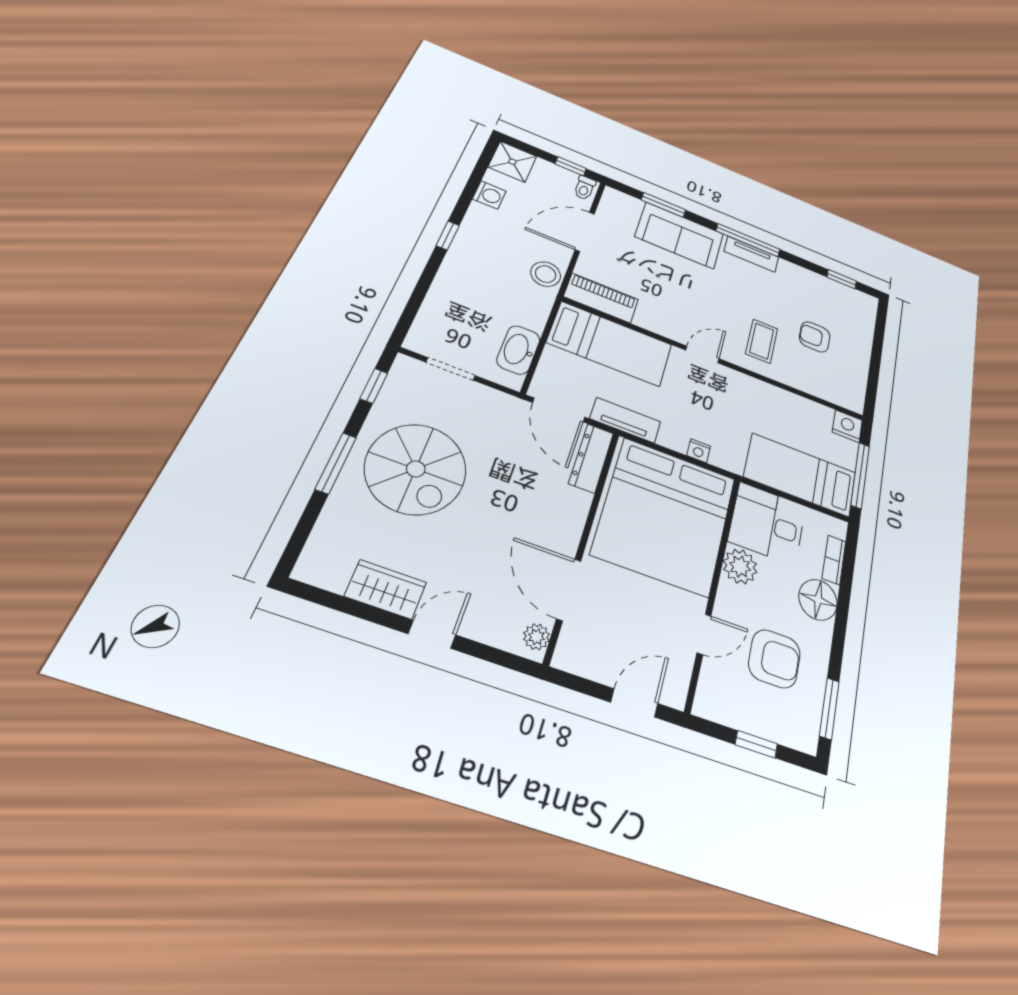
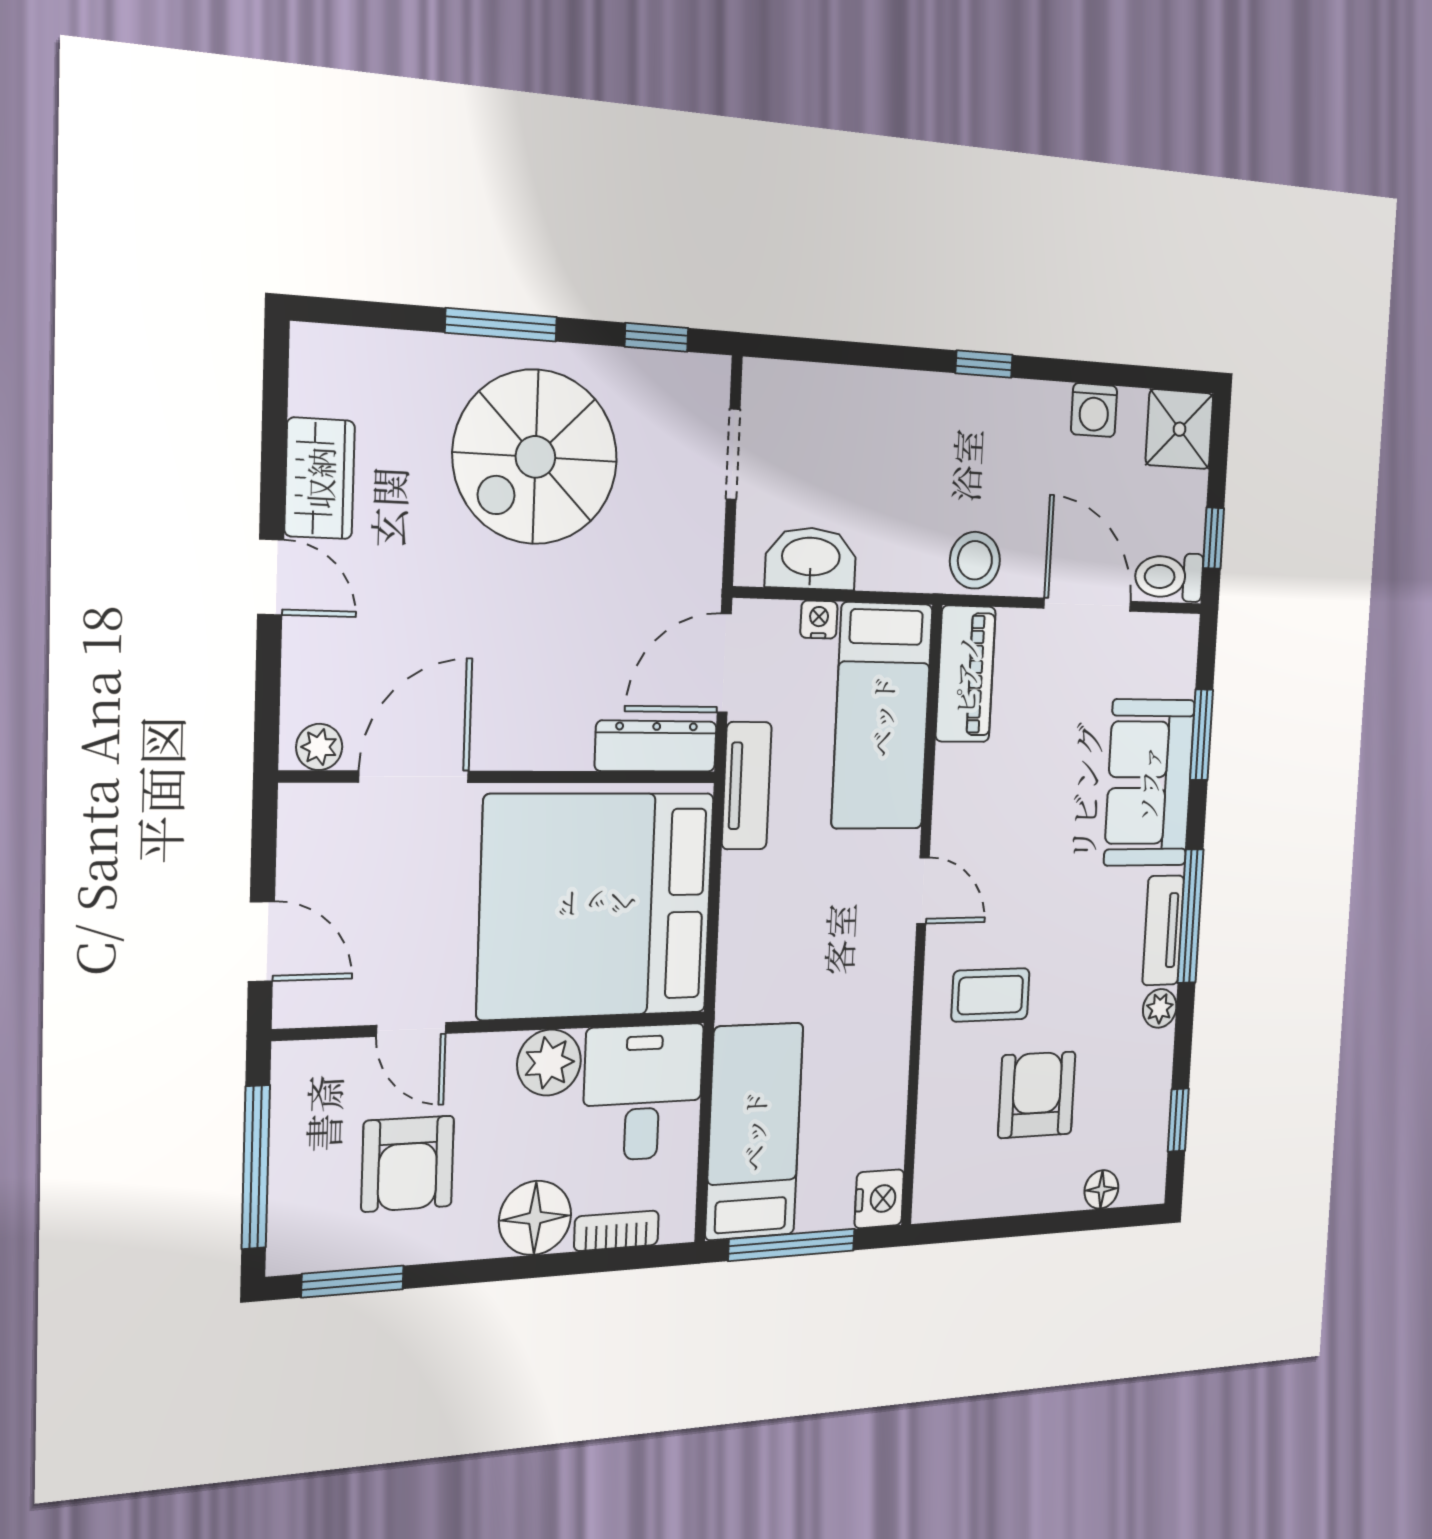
toilet: (585, 188) -> (1169, 577), width x1.37, depth x1.39
plant: (788, 269) -> (1160, 1008), added
floor lamp: (866, 324) -> (1101, 1189), added
armchair: (815, 337) -> (1037, 1095), width x1.38, depth x1.38
nightstand: (699, 451) -> (819, 620), moved, turned 90
window: (756, 744) -> (256, 1167), width x2.17

